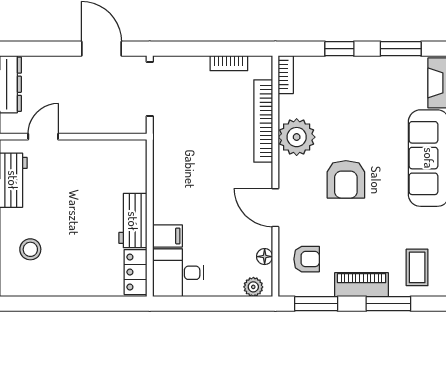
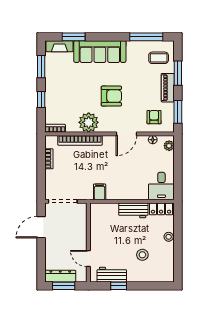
filing cabinet: (167, 236) -> (100, 192), moved
stool: (30, 249) -> (142, 255), moved
stool: (84, 286) -> (169, 237), added

